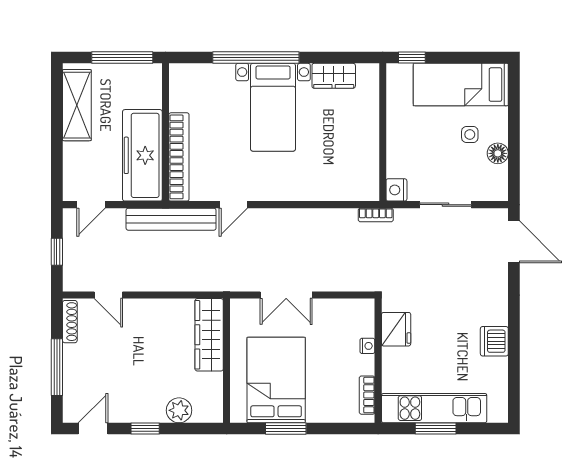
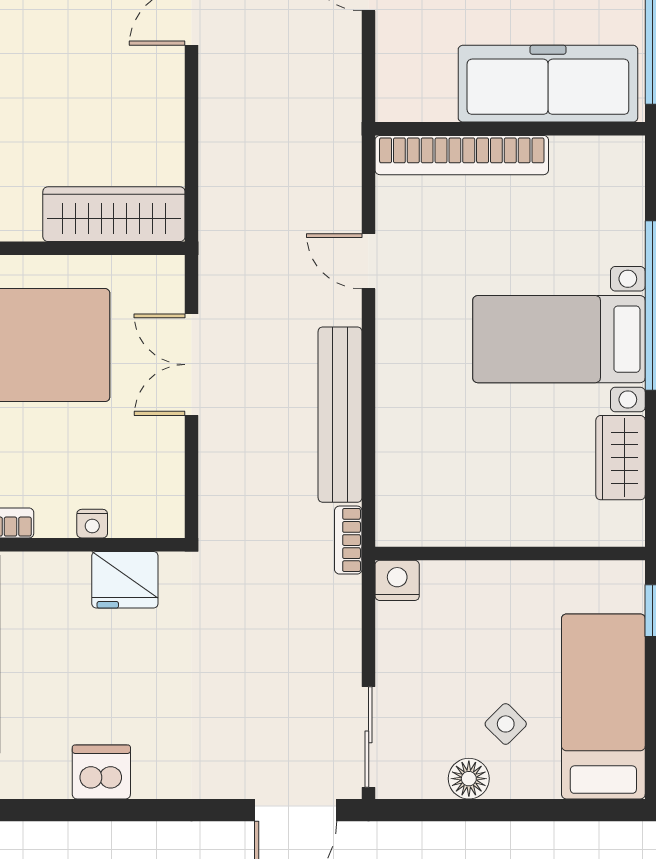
side table: (470, 134) -> (506, 724), turned 45
freezer: (142, 155) -> (548, 84), moved
sliding door: (446, 205) -> (369, 737), moved
bench: (171, 219) -> (340, 415), moved

